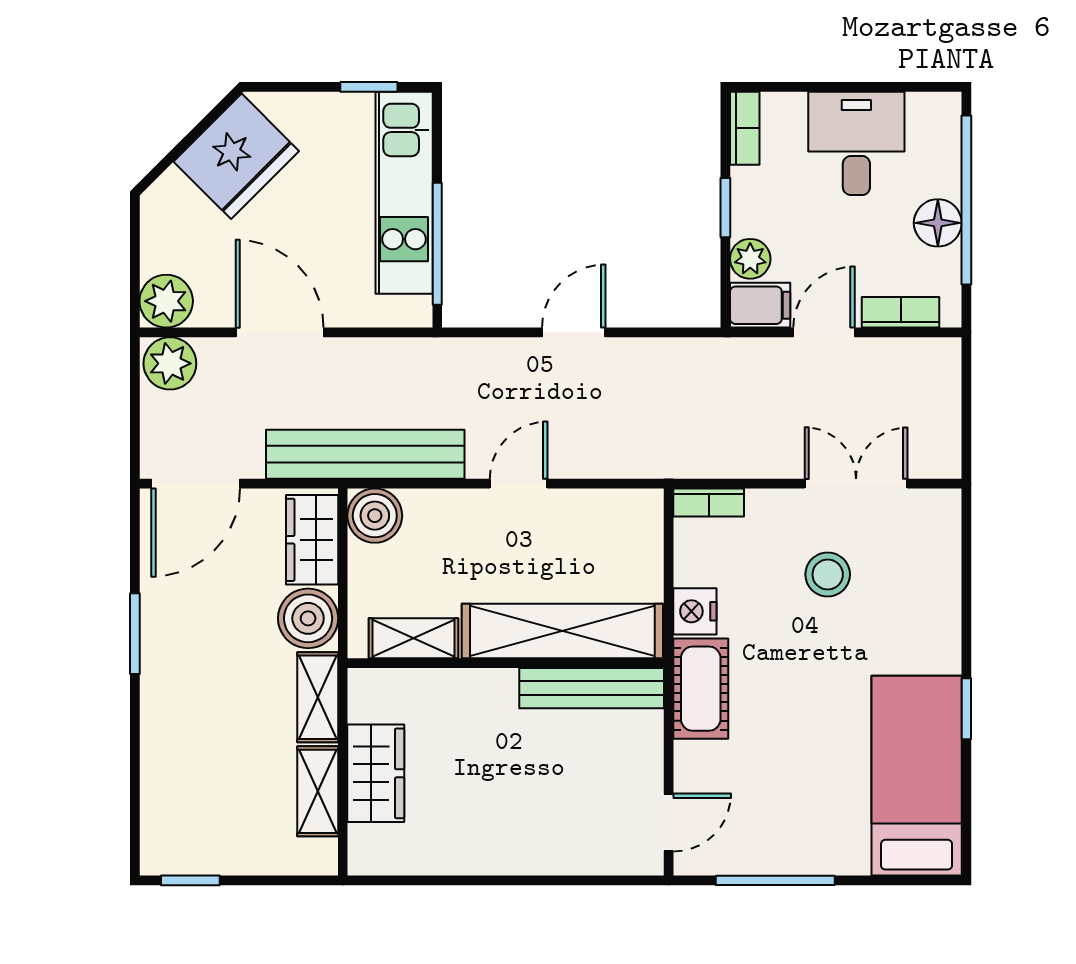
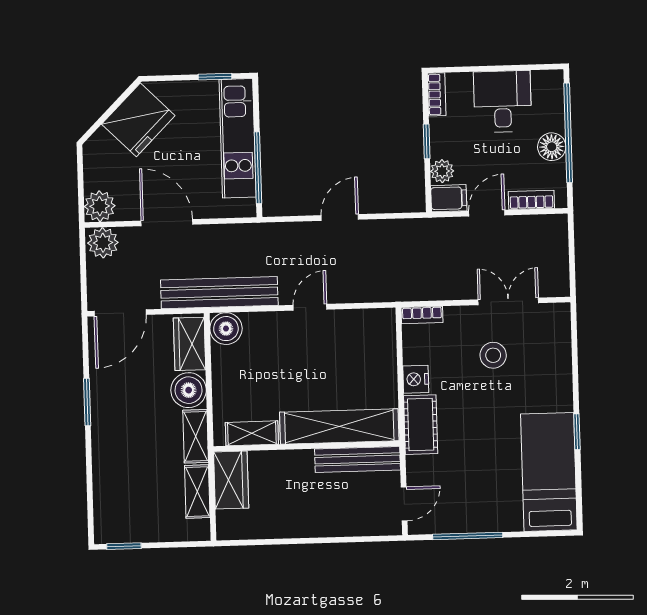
shelving: (562, 631) -> (339, 426), moved
shelving: (414, 638) -> (252, 433), moved
wall: (506, 663) -> (306, 446), moved
bench: (592, 688) -> (357, 459), moved

